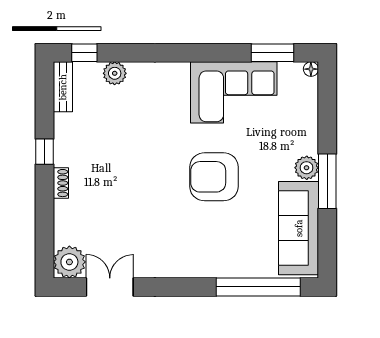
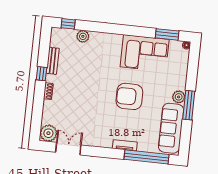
bench: (63, 87) -> (53, 61), moved
tv unit: (215, 269) -> (125, 145), added

